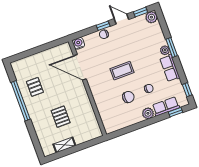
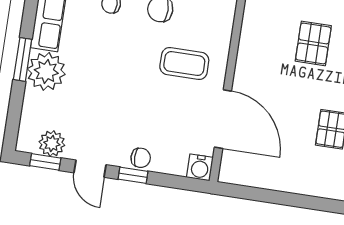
plant: (151, 17) -> (52, 143), moved
plant: (165, 50) -> (46, 71), width x1.87, depth x1.87
coffee table: (122, 71) -> (184, 64), moved

